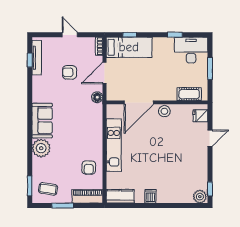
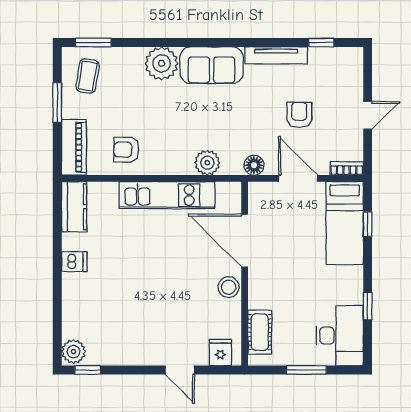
tv unit: (37, 58) -> (276, 55), moved
plant: (96, 123) -> (207, 163), added

